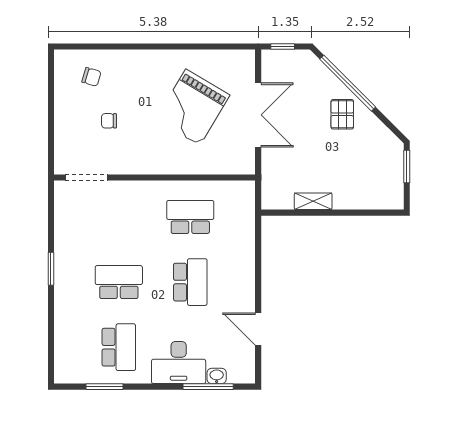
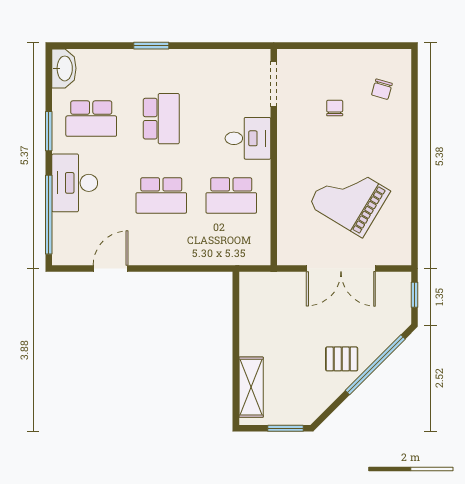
desk: (137, 201) -> (248, 138), added
shelving: (313, 201) -> (251, 387), moved, width x1.50, depth x1.33
school desk: (190, 217) -> (231, 195), turned 90
window: (51, 269) -> (151, 46), moved
washbasin: (217, 376) -> (64, 68), moved, width x1.91, depth x1.45
window: (104, 387) -> (49, 131), moved
window: (208, 387) -> (49, 215), width x1.46

